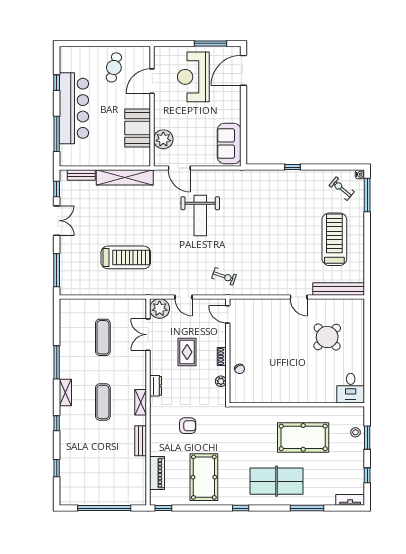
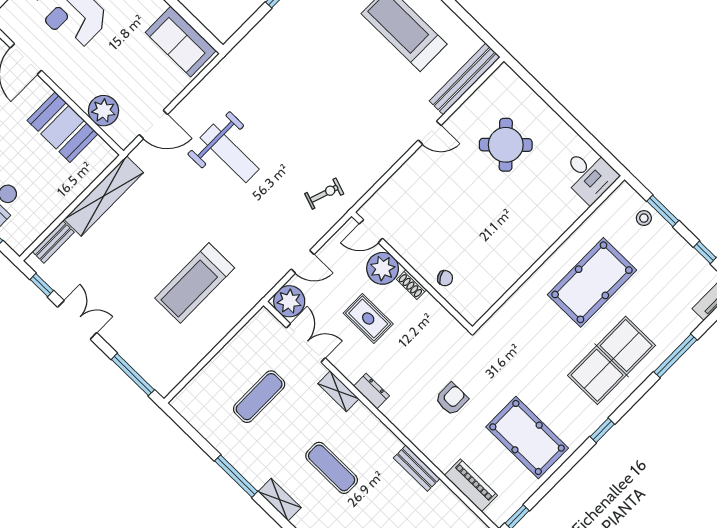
treadmill: (126, 257) -> (195, 283), turned 180
double door: (148, 335) -> (306, 343), swing flipped
exercise mat: (103, 337) -> (259, 397), turned 90
plant: (221, 381) -> (383, 268), moved, width x1.88, depth x1.88
shelving: (141, 402) -> (338, 391), moved

